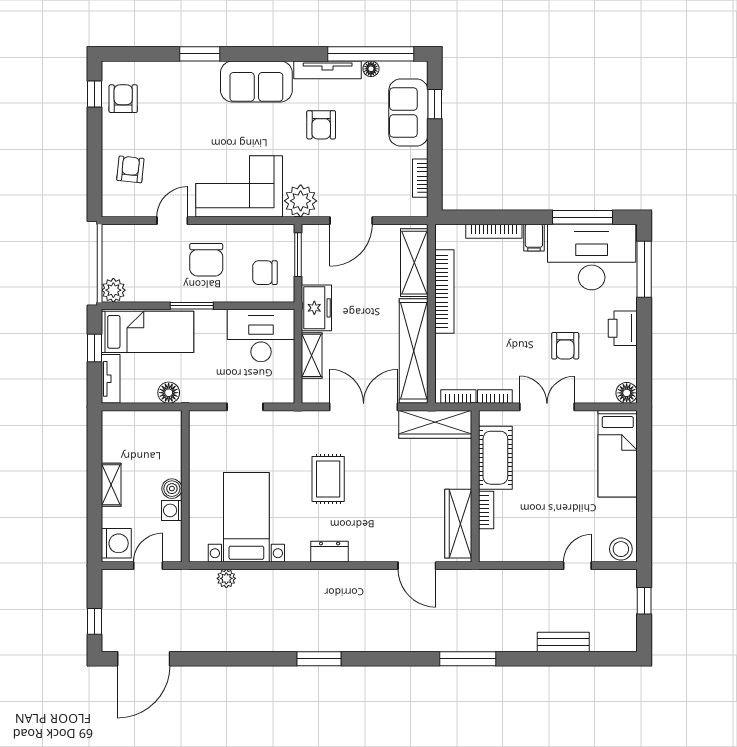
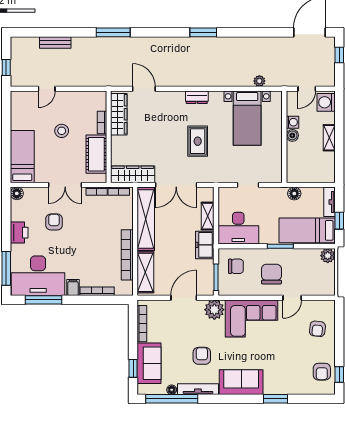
bookcase: (420, 178) -> (142, 324), width x1.56
stool: (621, 549) -> (62, 131), moved

